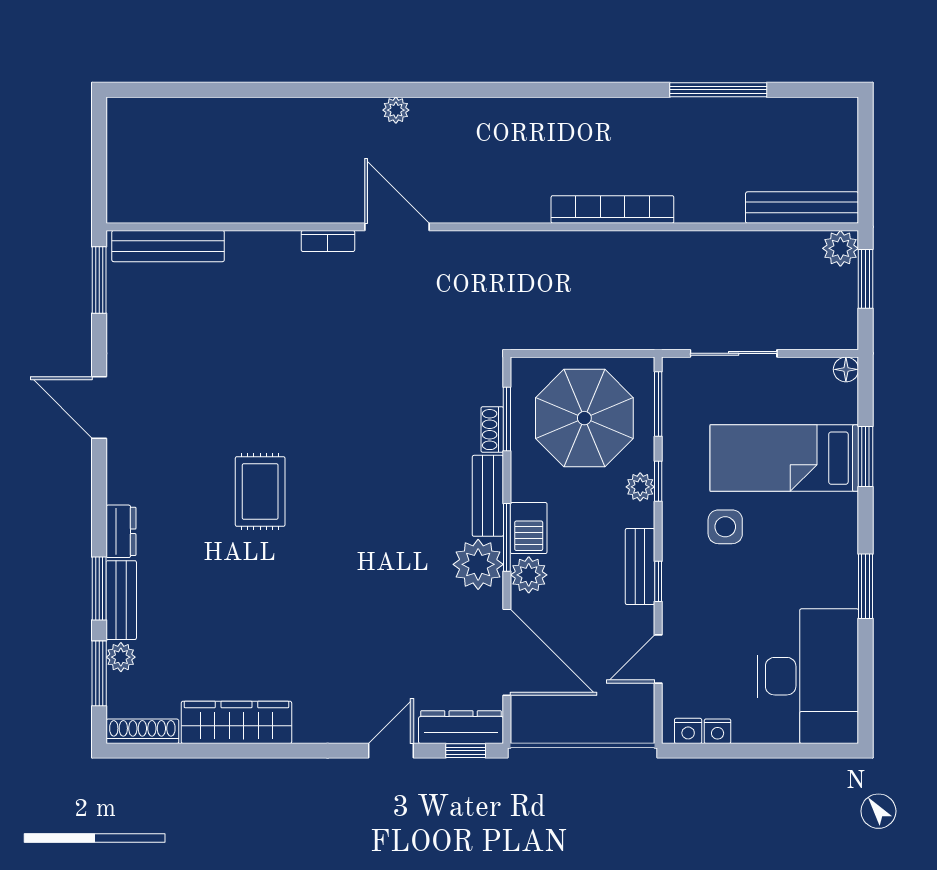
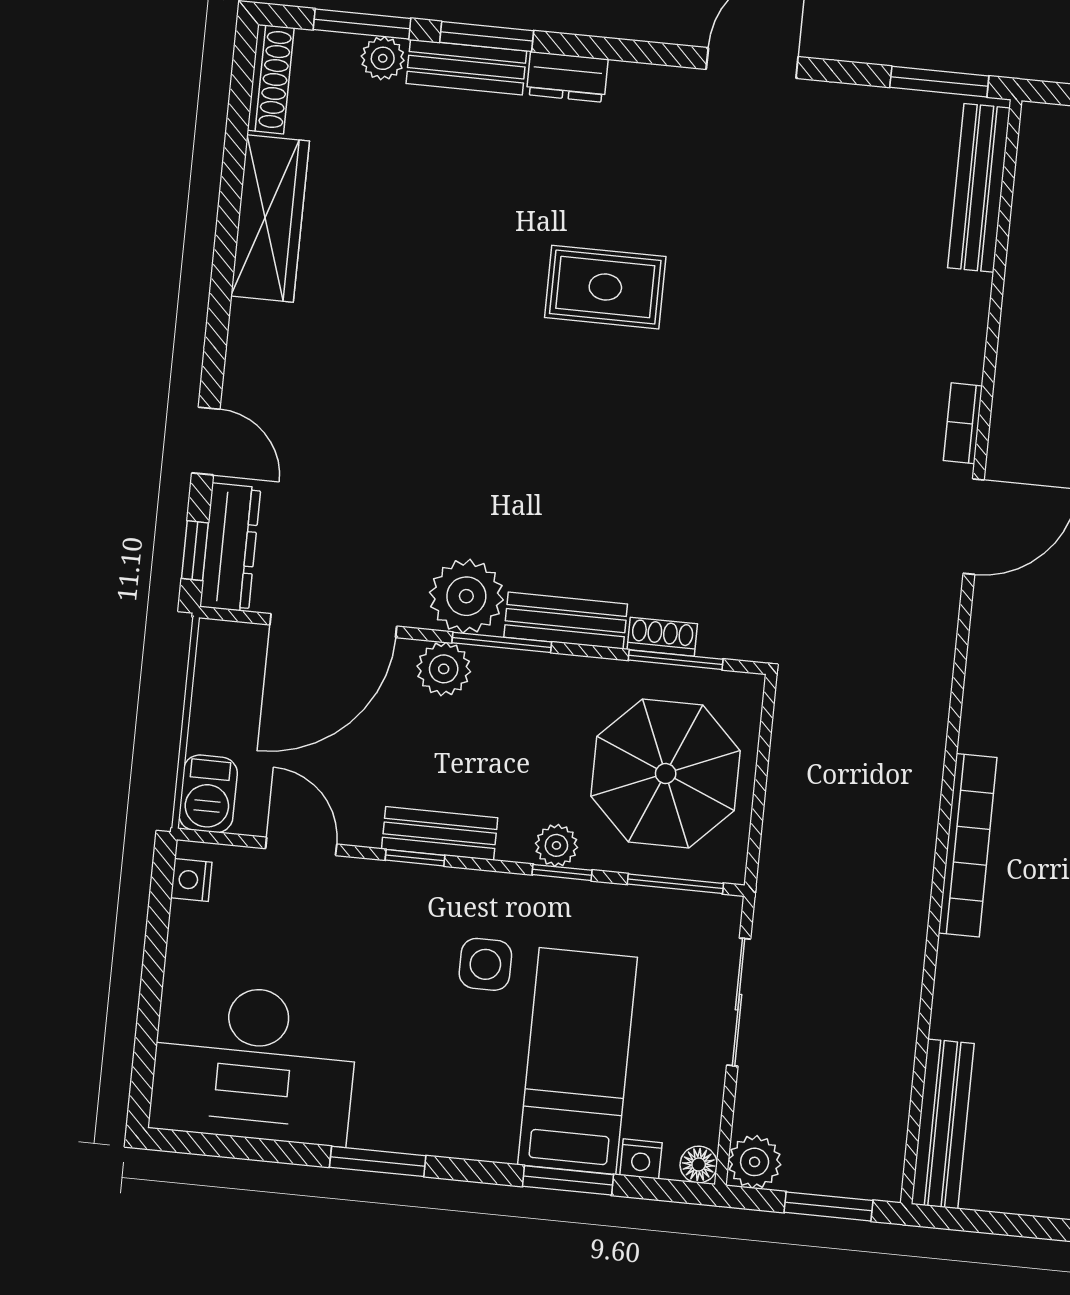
plant: (840, 248) -> (755, 1162), moved
barbecue: (529, 528) -> (208, 794), moved, turned -90
nightstand: (718, 731) -> (641, 1159), moved, turned -90

